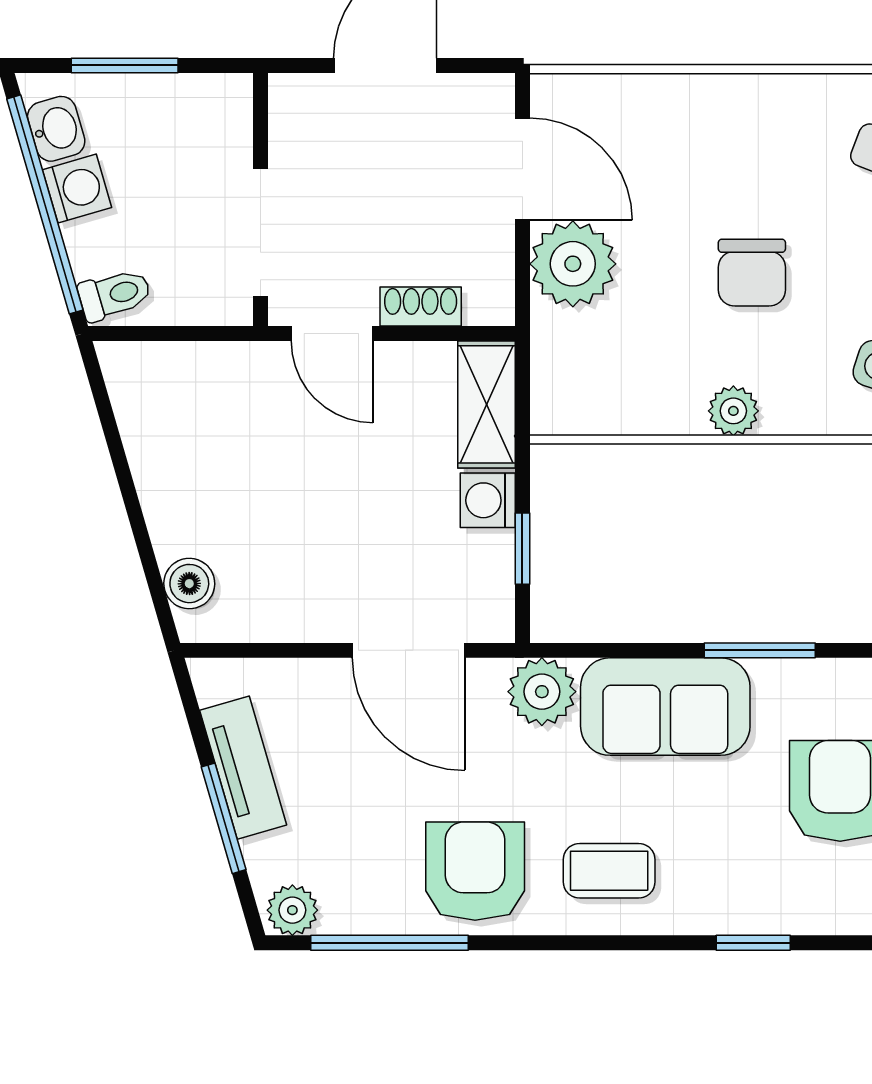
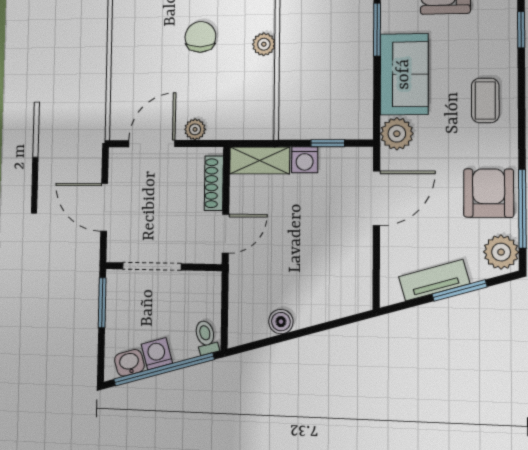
window: (125, 65) -> (102, 303), moved
doorway: (260, 233) -> (152, 266), moved
plant: (573, 264) -> (195, 129), width x0.53, depth x0.53
chair: (752, 273) -> (200, 37), turned -90
shoe rack: (421, 307) -> (214, 183), width x1.43
boiler: (189, 584) -> (281, 322), moved
armchair: (475, 871) -> (489, 193), moved, turned 90
plant: (292, 910) -> (501, 252), width x1.38, depth x1.38

